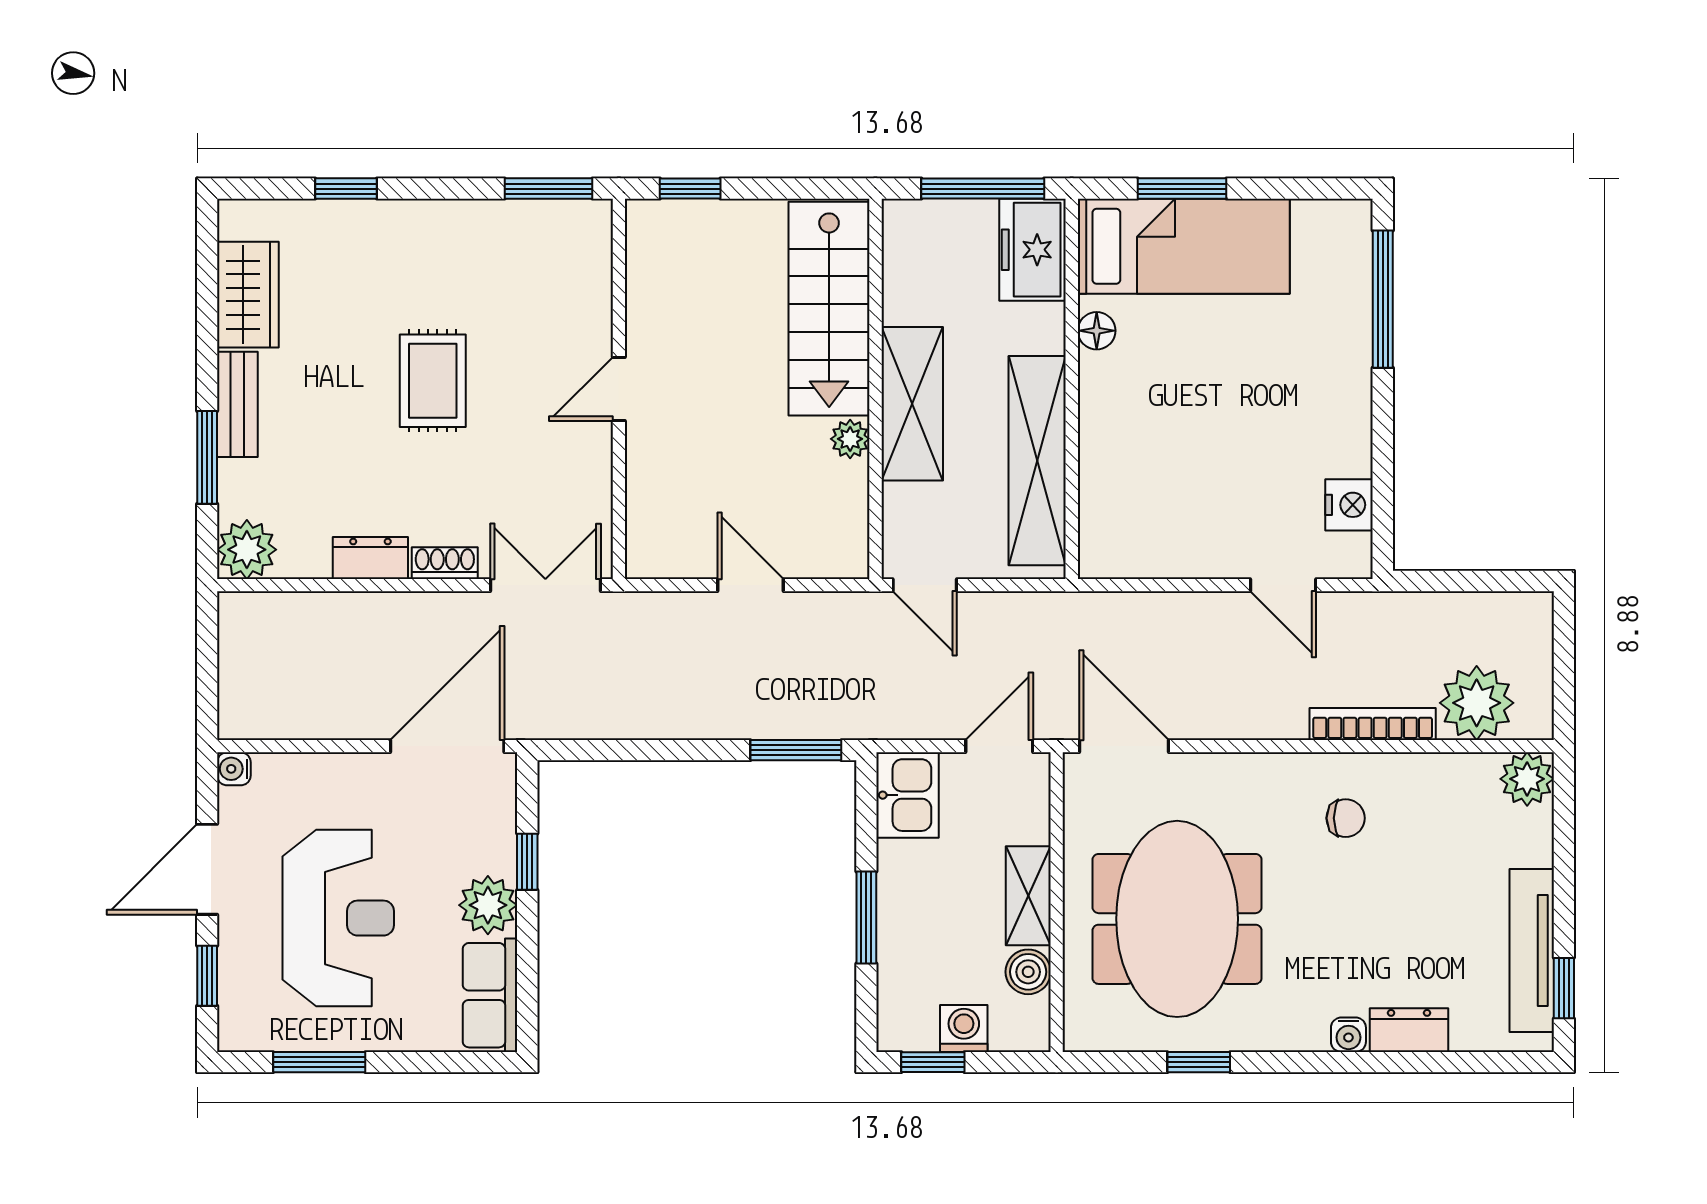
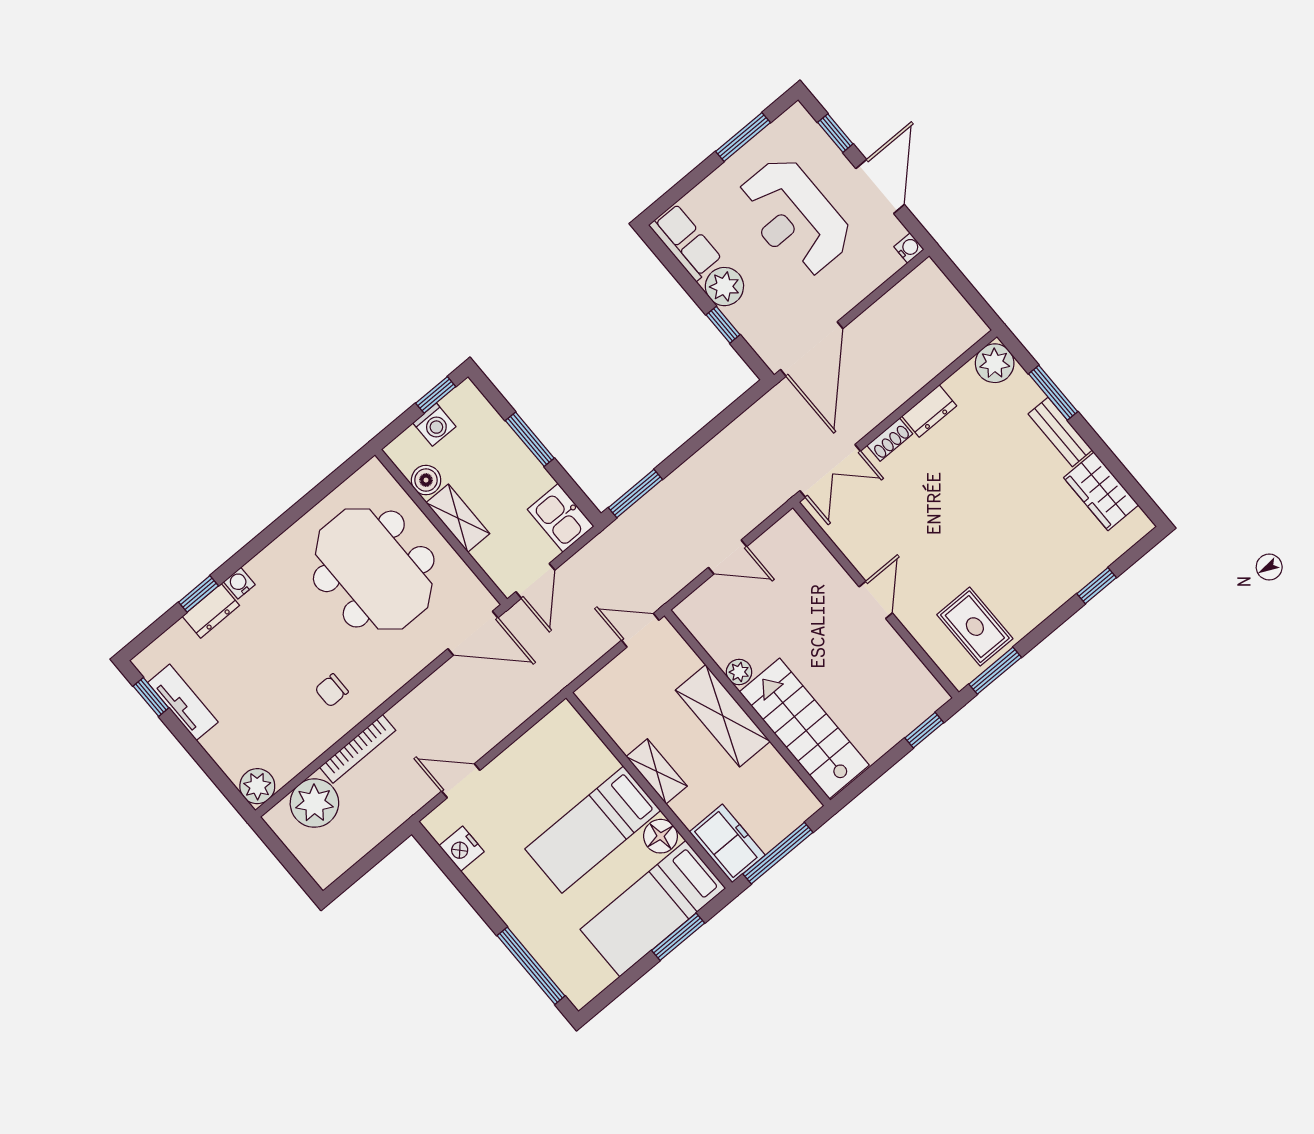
floor lamp: (1097, 331) -> (660, 836), width x1.37, depth x1.37
rug: (433, 381) -> (975, 627), moved
bed: (1177, 398) -> (593, 830), added
shelving: (1037, 461) -> (657, 771), width x0.45, depth x0.75
tv unit: (1532, 950) -> (183, 702), width x0.71
window: (1199, 1062) -> (198, 594), moved

